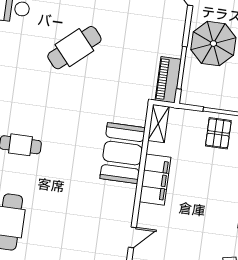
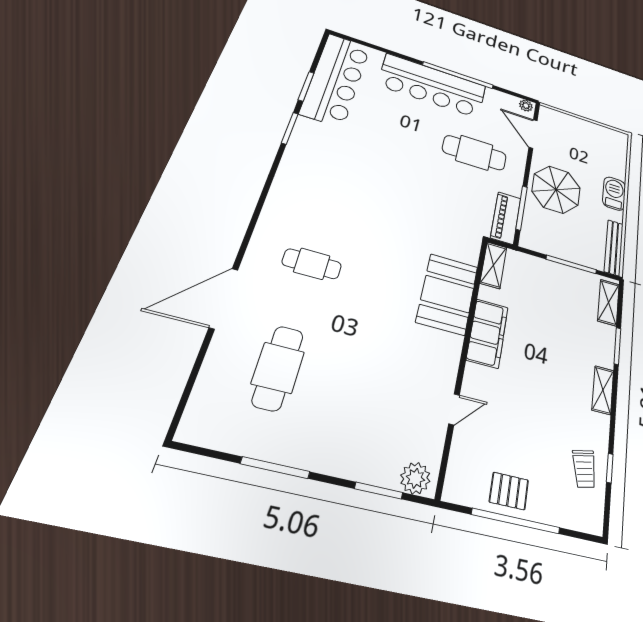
cafe table: (74, 48) -> (474, 153), moved, turned 41
pallet: (218, 133) -> (564, 287), removed

